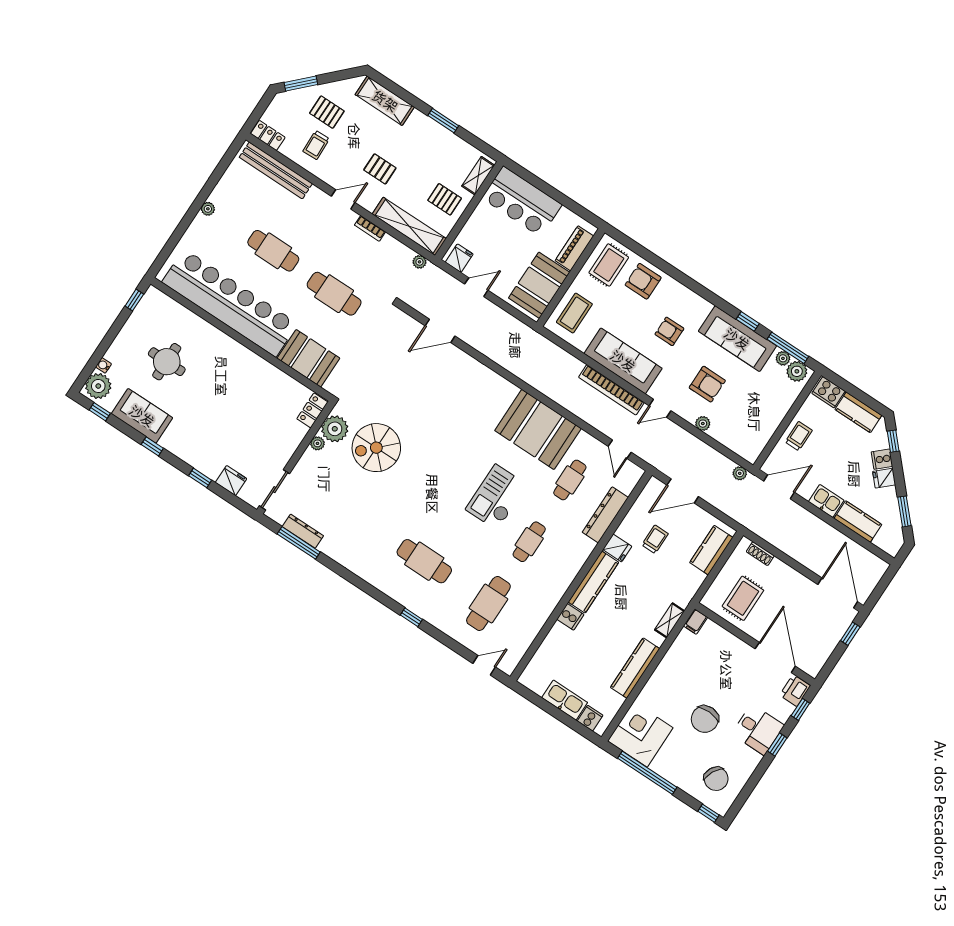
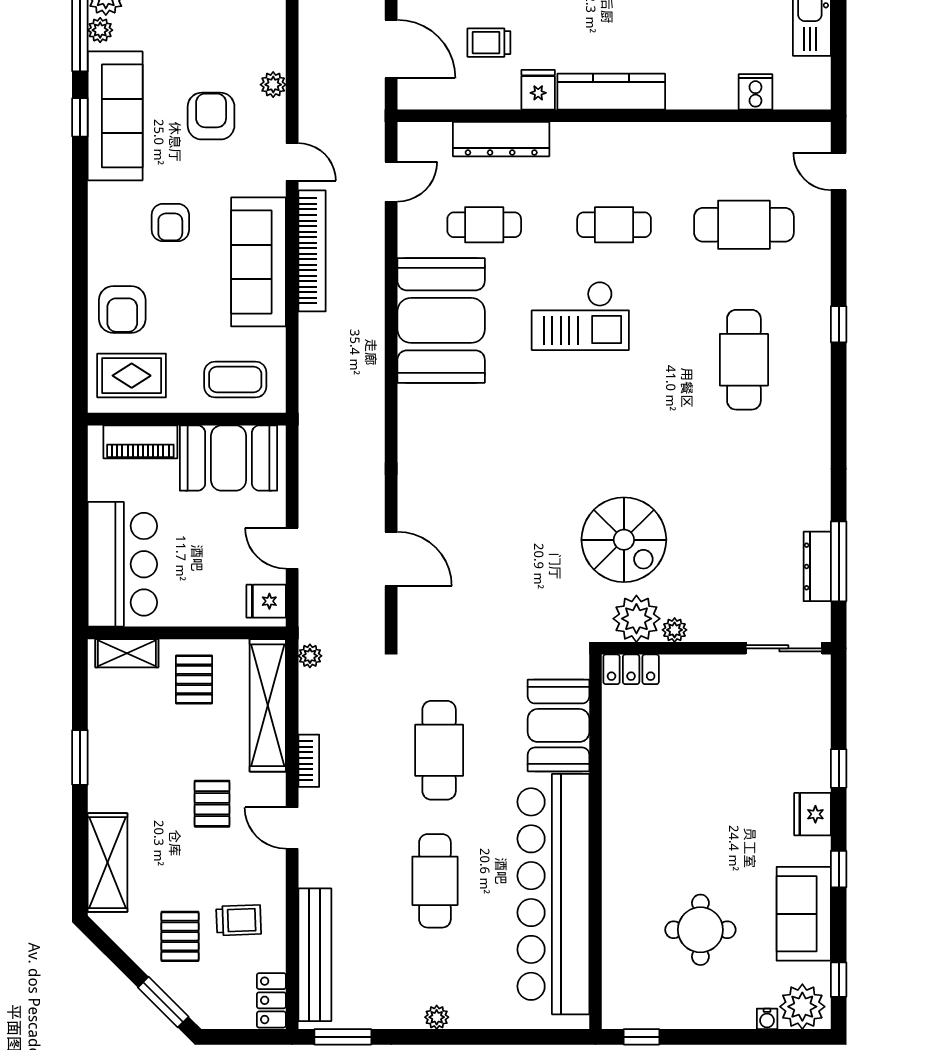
window: (228, 158) -> (343, 1037), added
fridge: (231, 481) -> (813, 814), moved
cooker: (570, 617) -> (755, 92), moved

